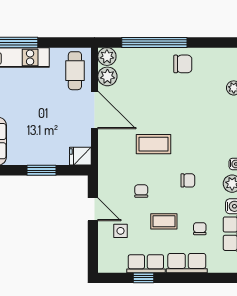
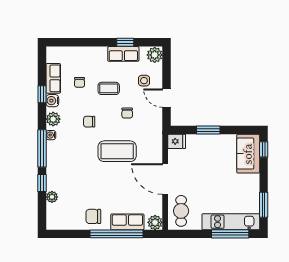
plant: (107, 76) -> (155, 55), moved
coffee table: (154, 144) -> (117, 151), width x1.36, depth x1.32
row of seats: (187, 263) -> (127, 222), moved, turned 180

